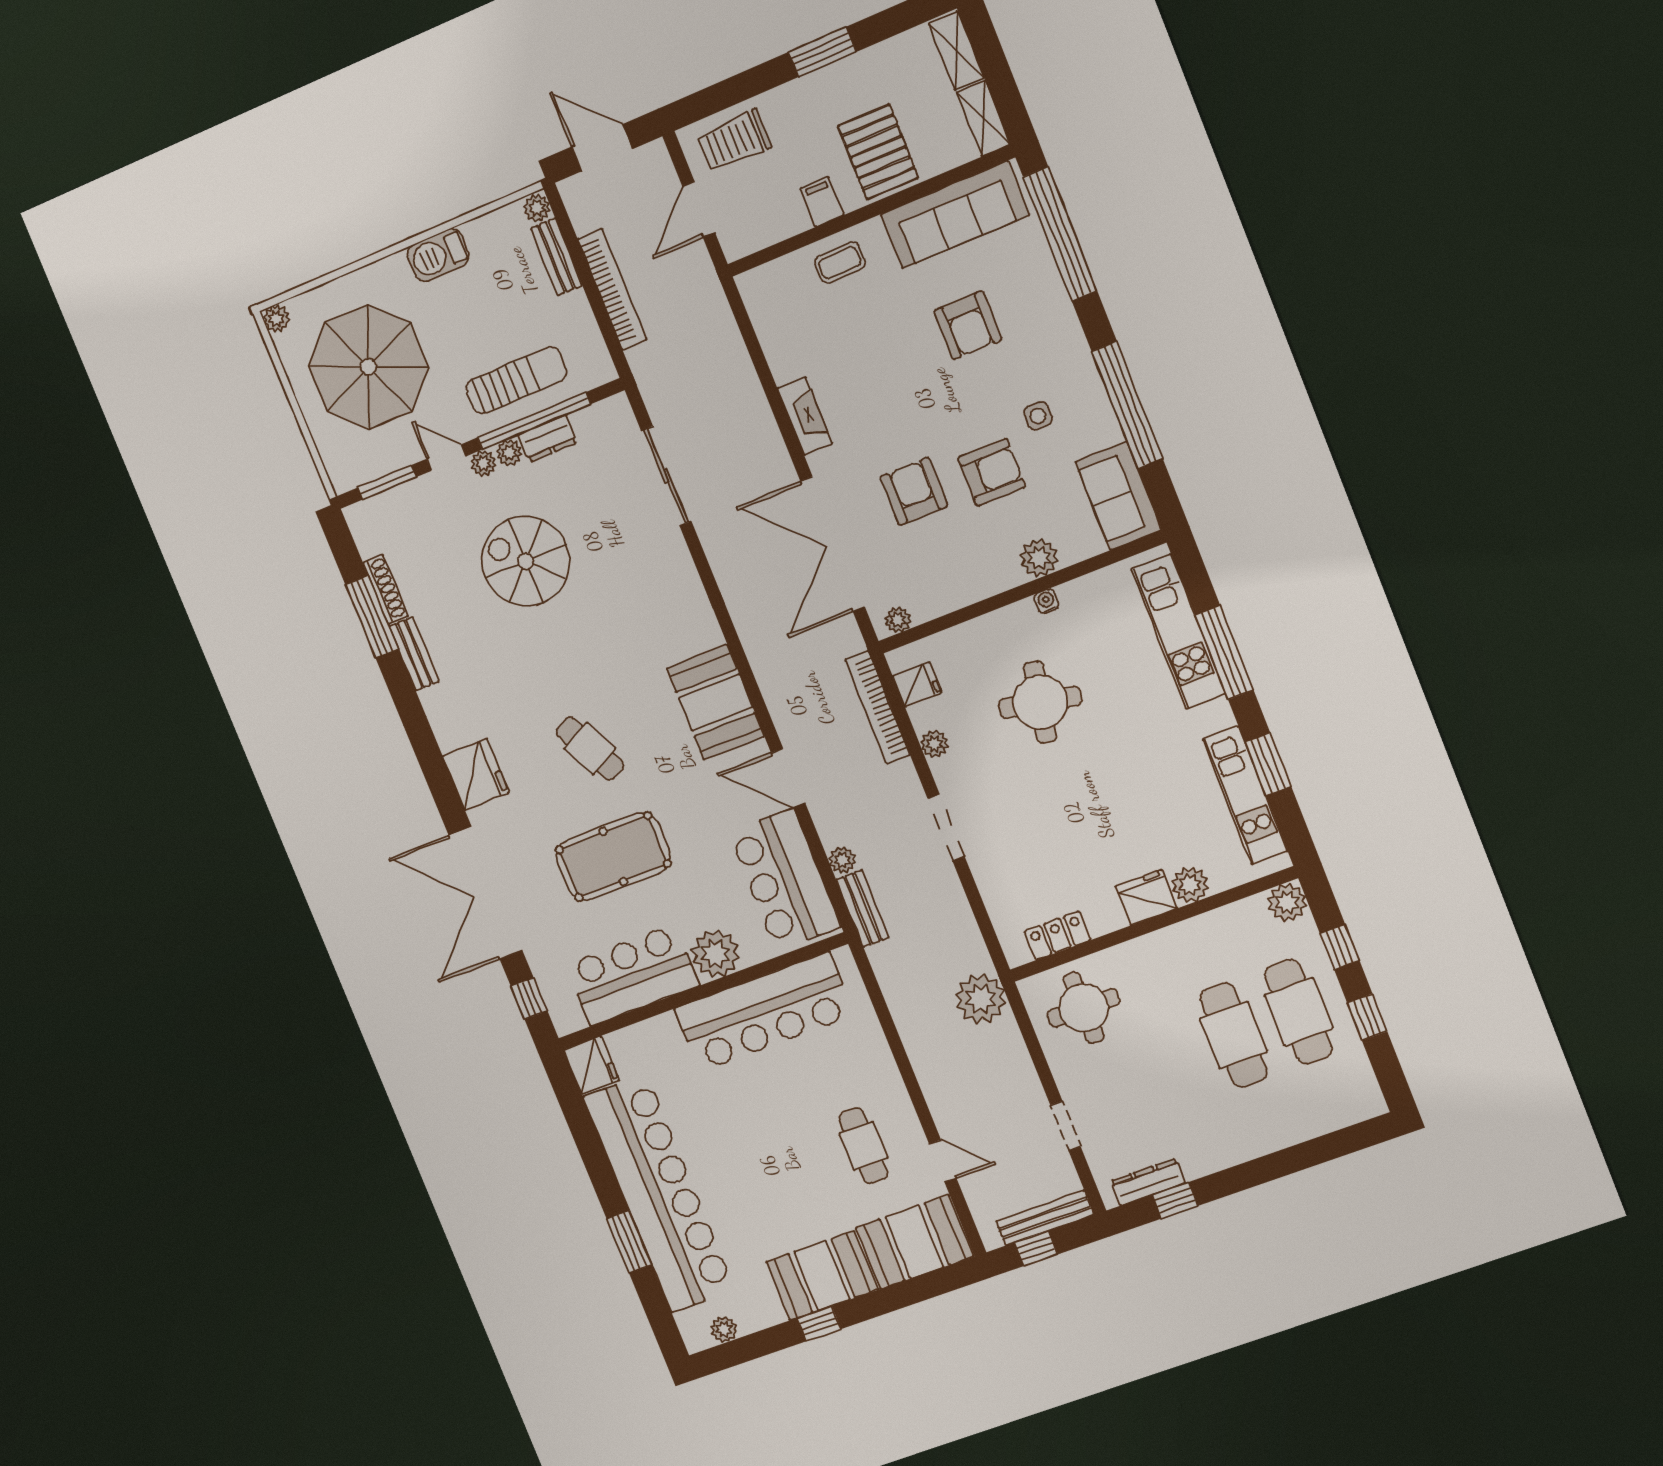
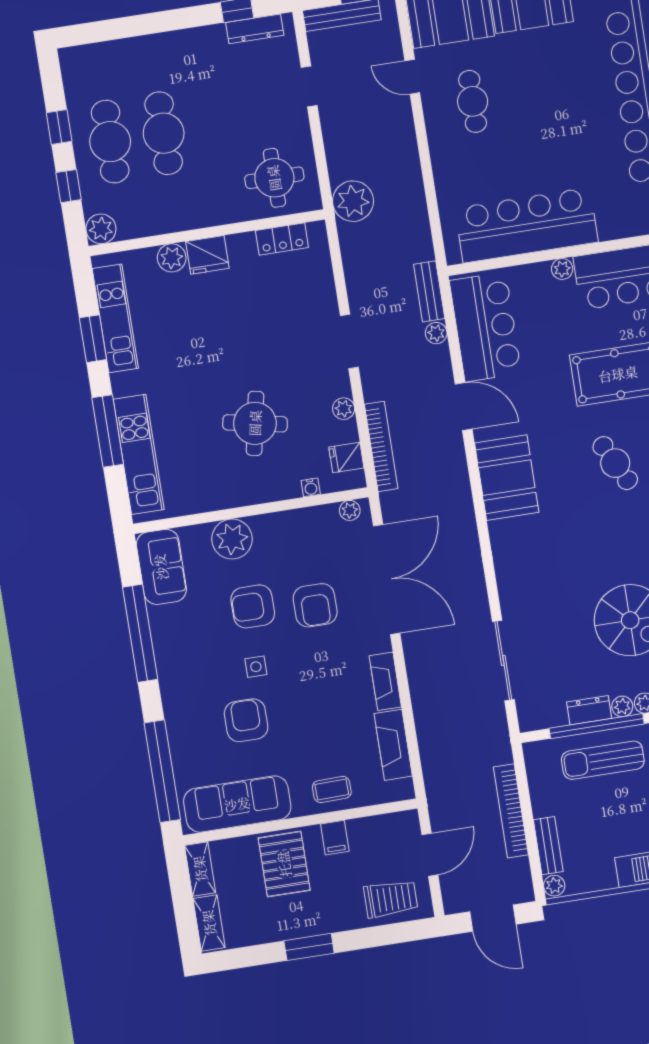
fireplace: (776, 338) -> (393, 745), added
side table: (1038, 416) -> (256, 667), moved
plant: (1039, 558) -> (232, 539), width x1.36, depth x1.36
water cooler: (1046, 601) -> (311, 487), moved
plant: (715, 954) -> (562, 269), width x0.53, depth x0.53

